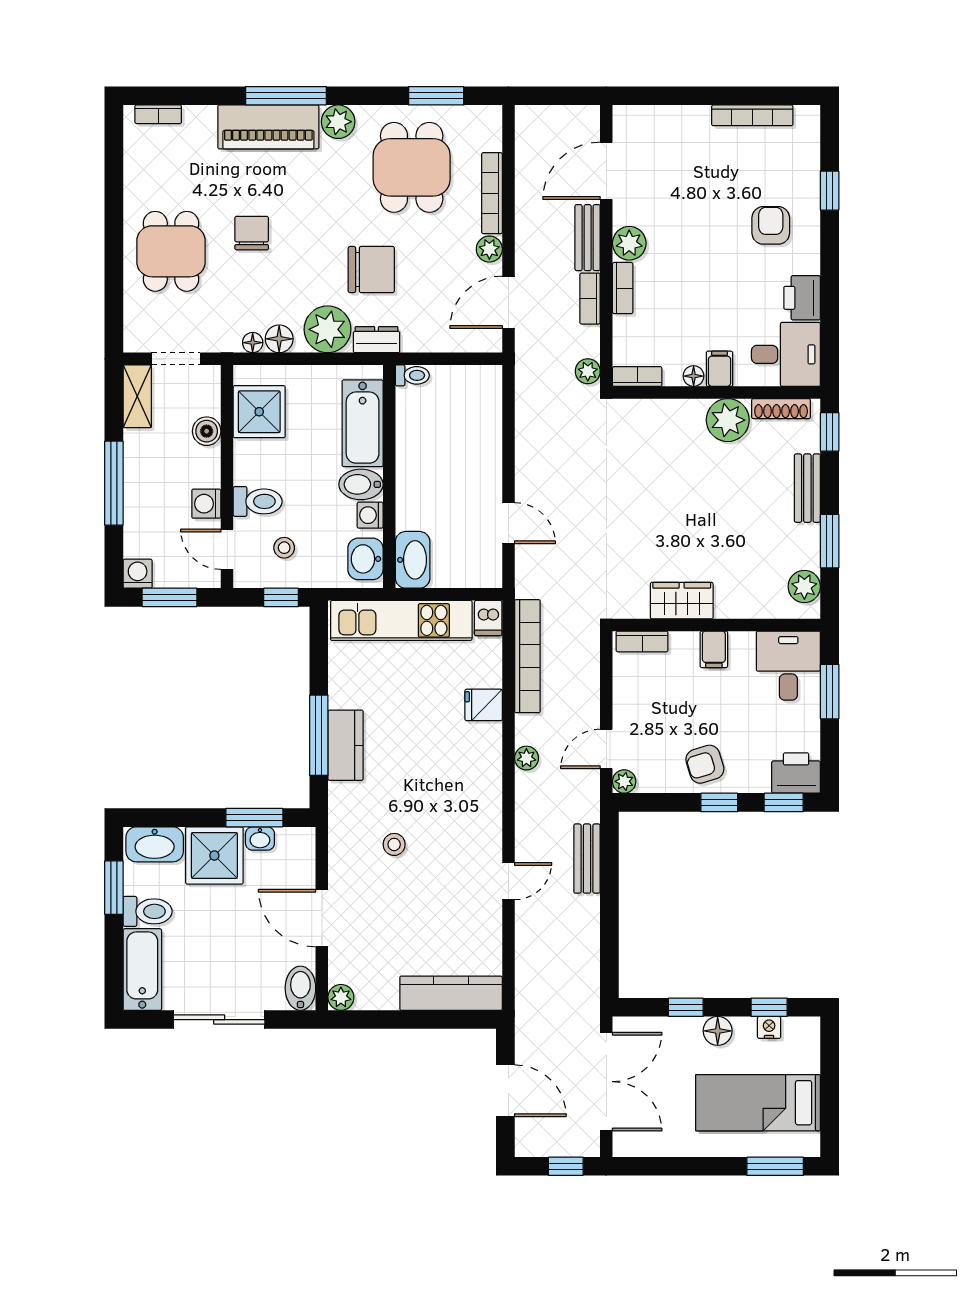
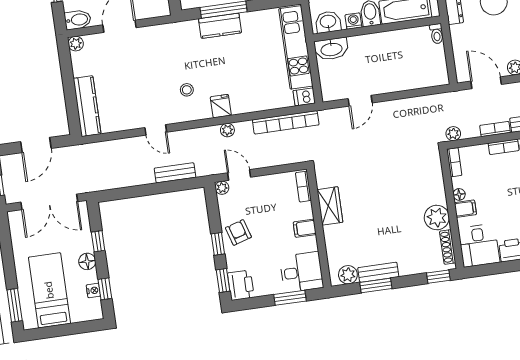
bench: (807, 488) -> (378, 272), moved
fridge: (484, 705) -> (221, 106), moved
stool: (394, 844) -> (187, 90), moved

